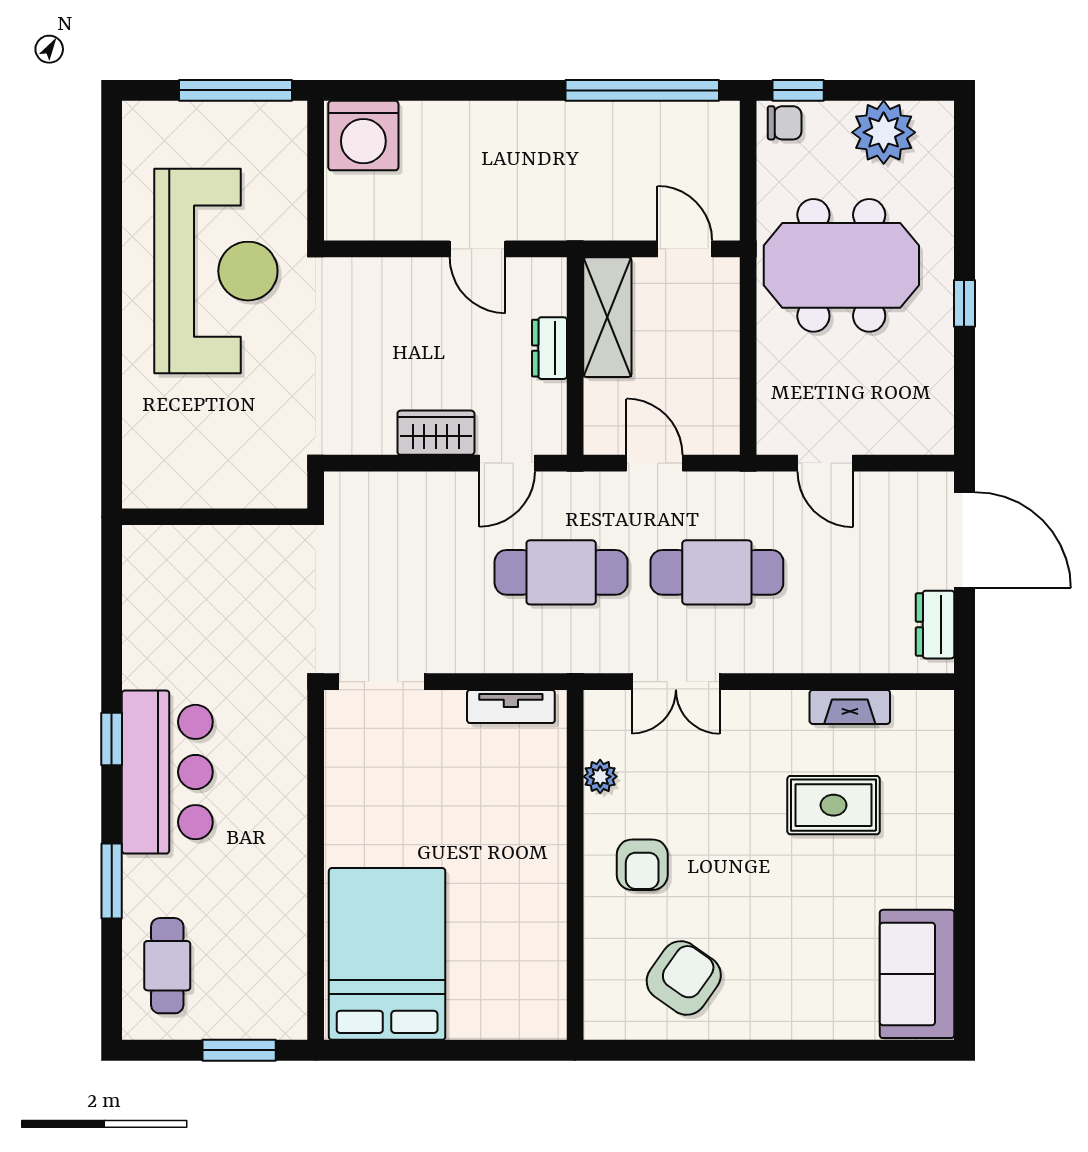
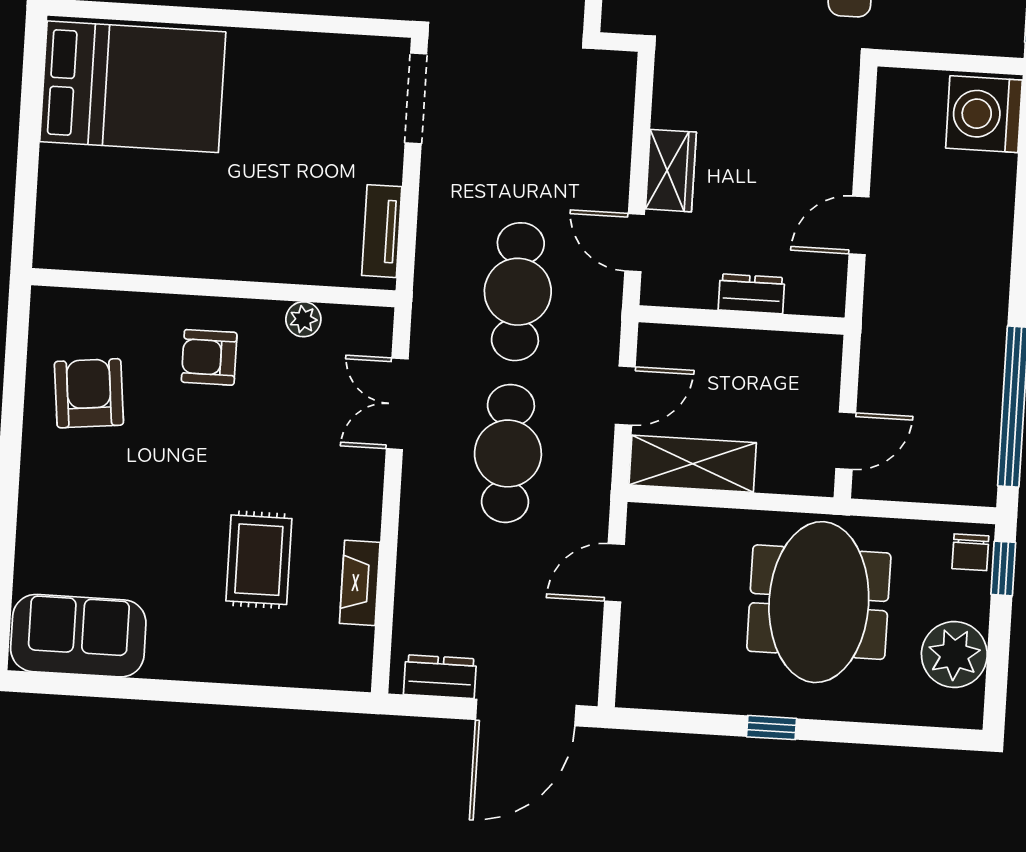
shelving: (607, 317) -> (693, 464), moved
armchair: (684, 978) -> (89, 393), turned -131

